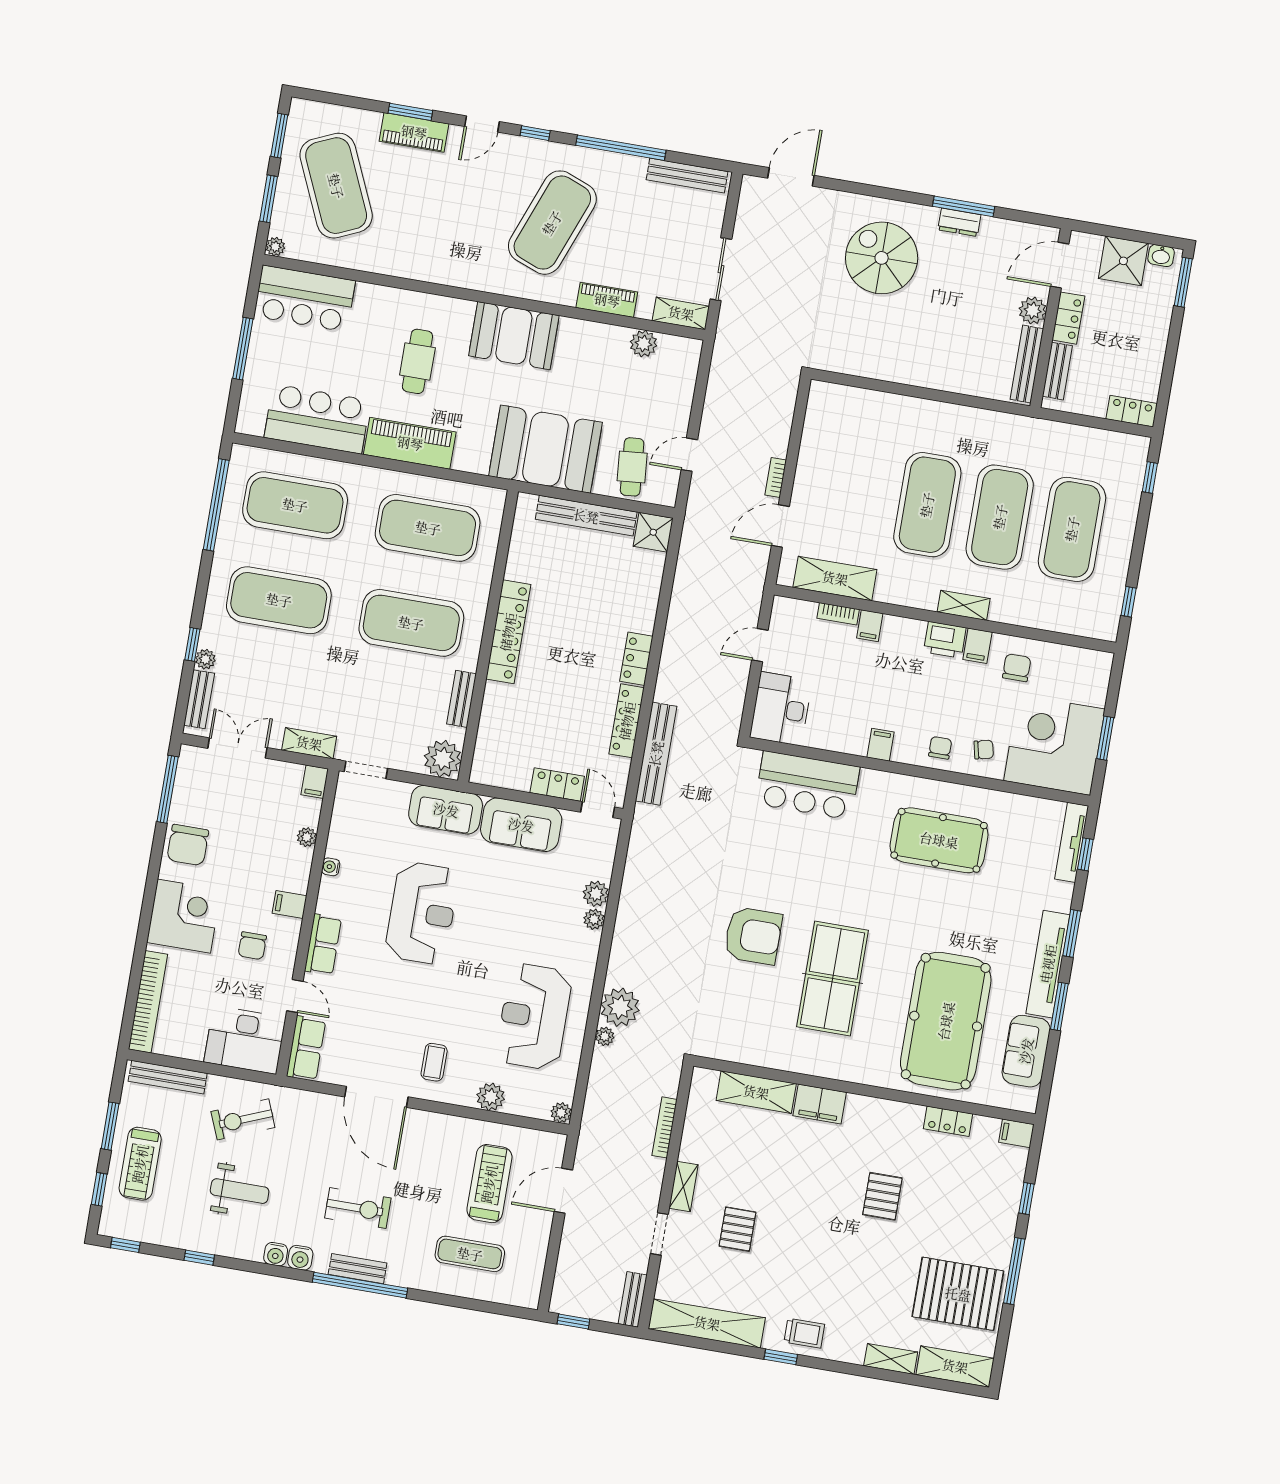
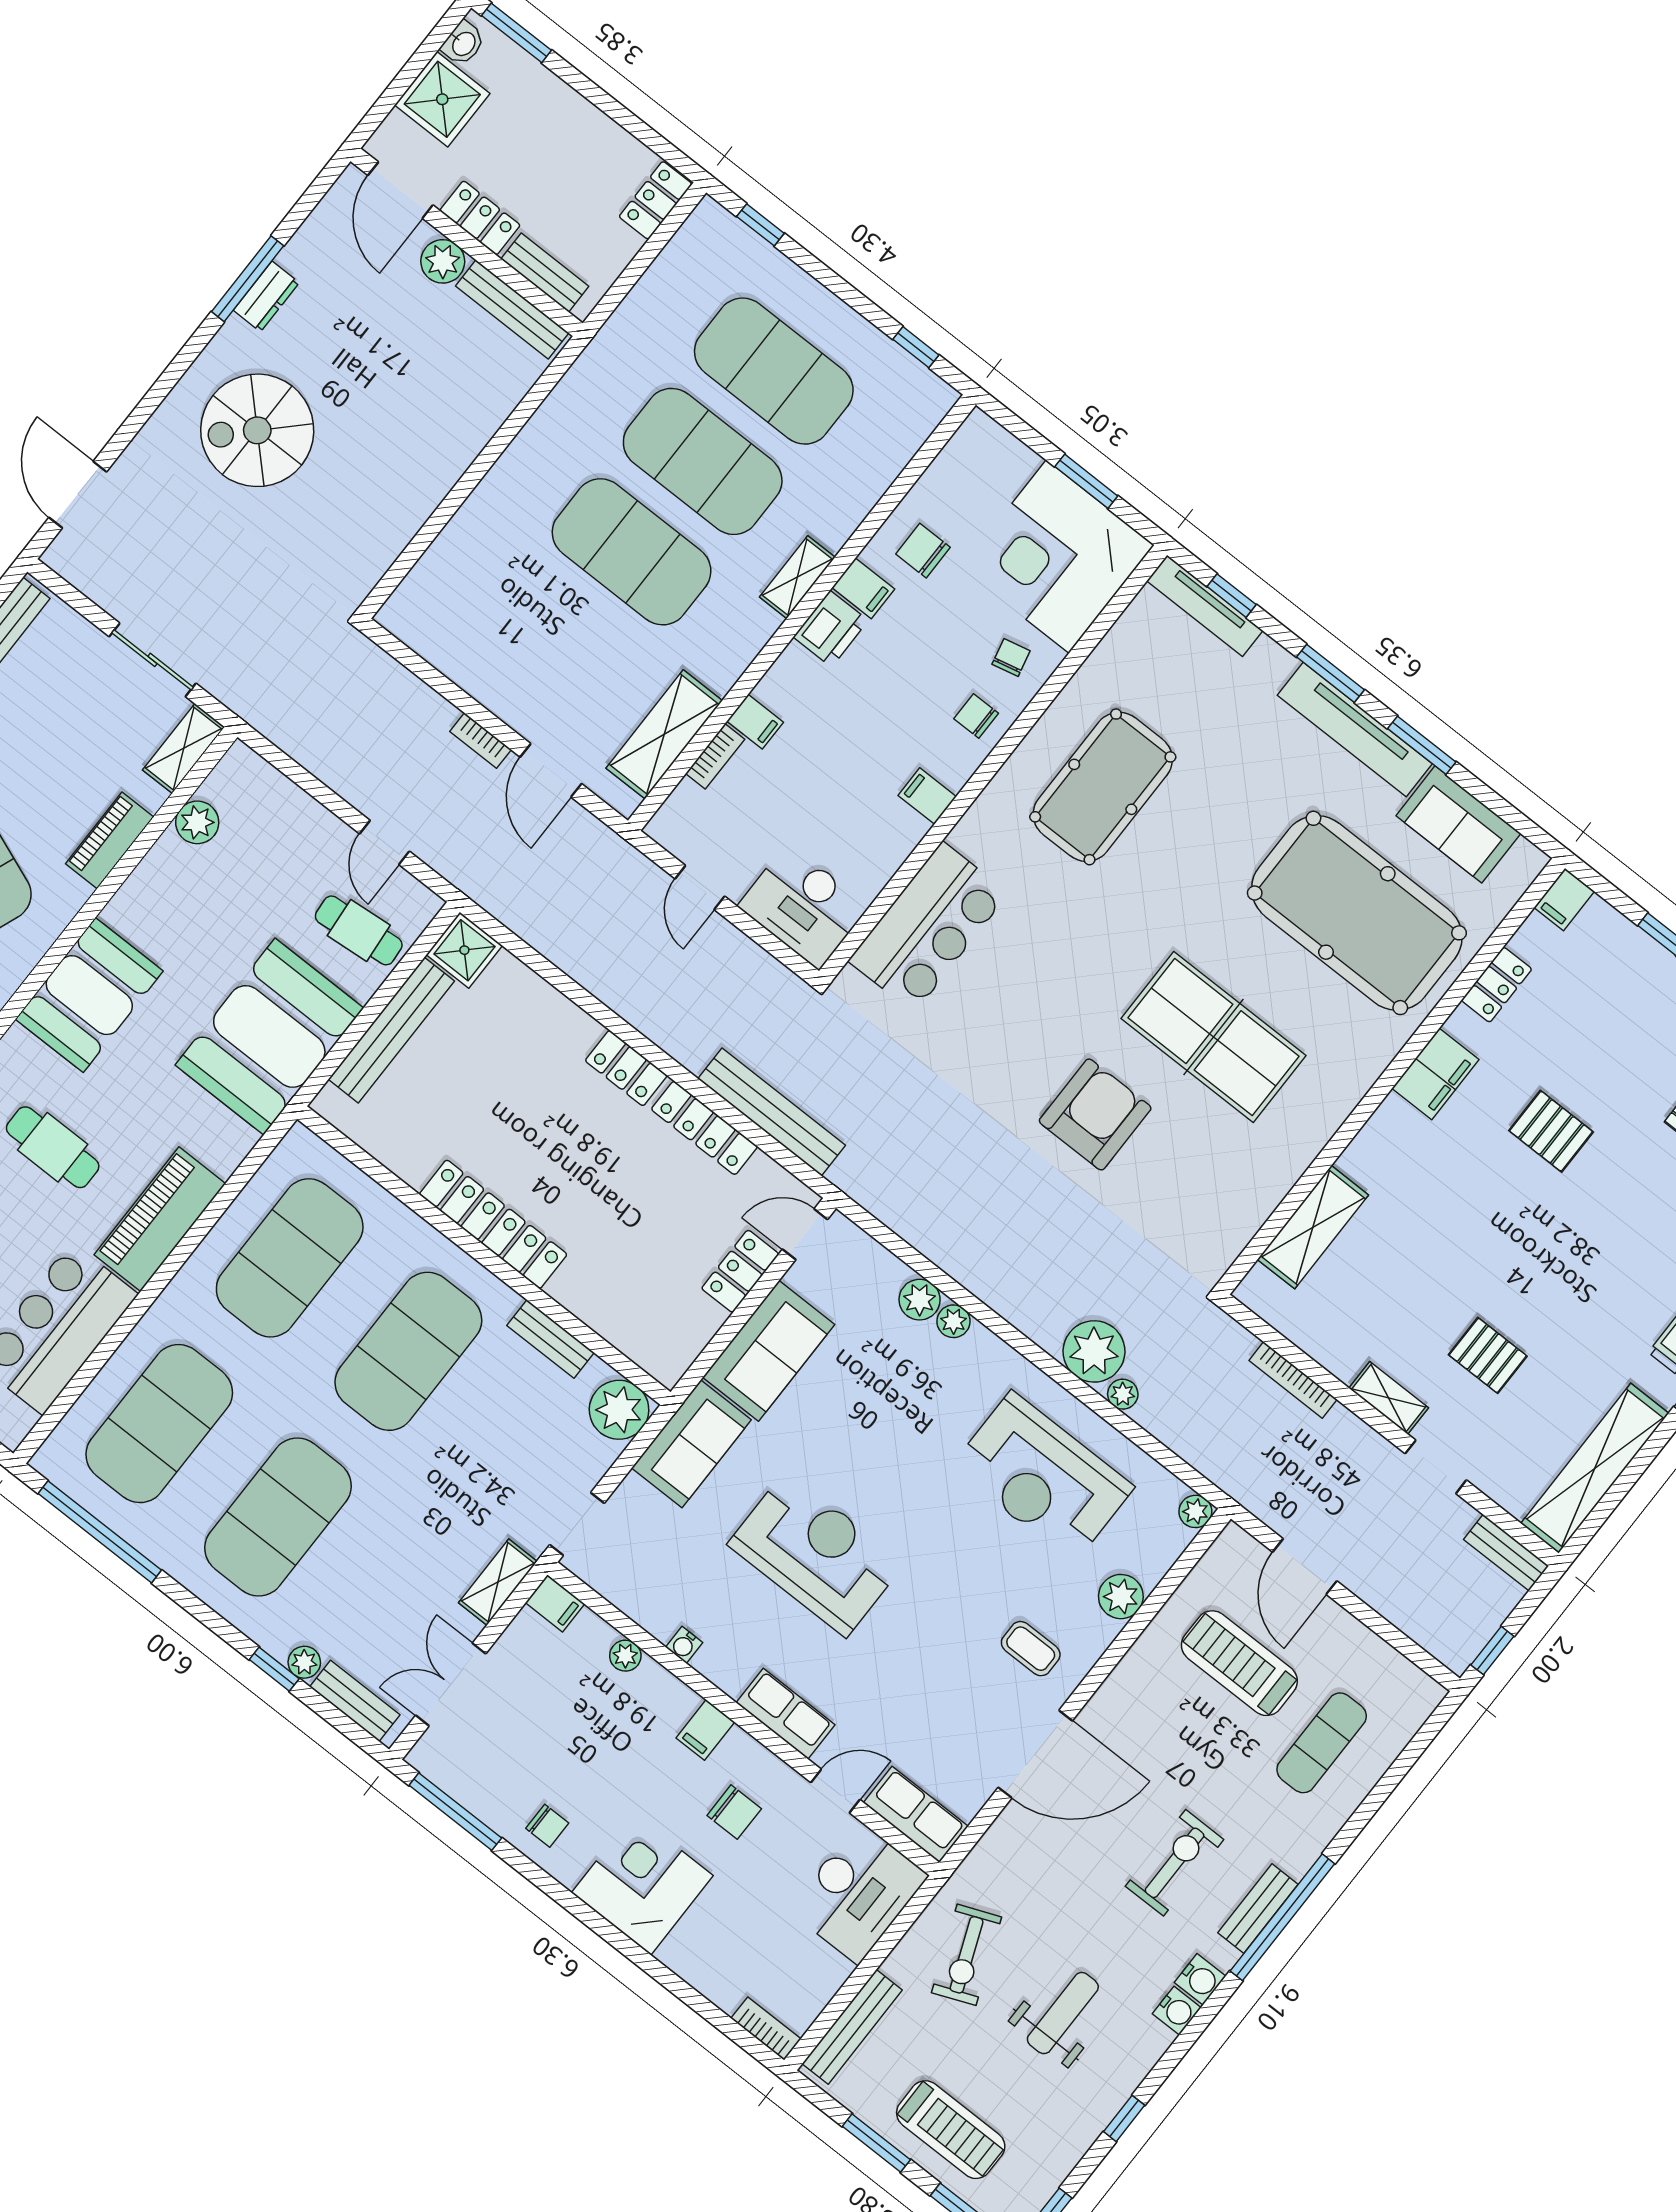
chair: (188, 845) -> (547, 1826), width x0.54, depth x0.54
bookcase: (148, 1002) -> (766, 2029), width x0.43, depth x0.76
filing cabinet: (820, 1104) -> (1436, 1074), moved

